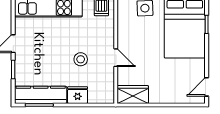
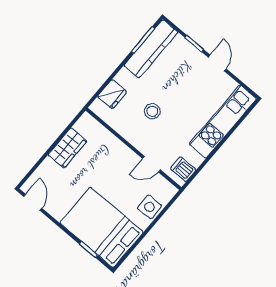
door: (116, 58) -> (152, 164), moved
wardrobe: (133, 94) -> (67, 148), moved
fridge: (78, 95) -> (112, 94), moved

